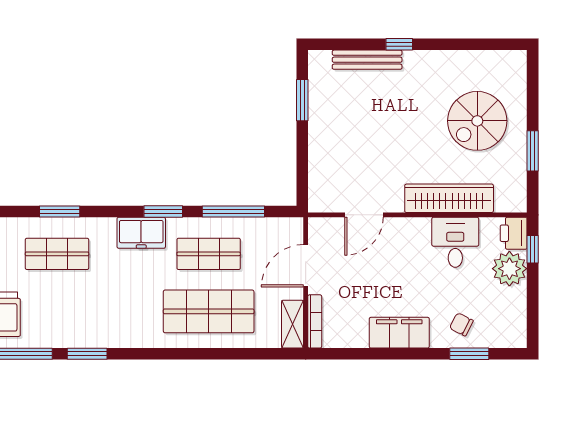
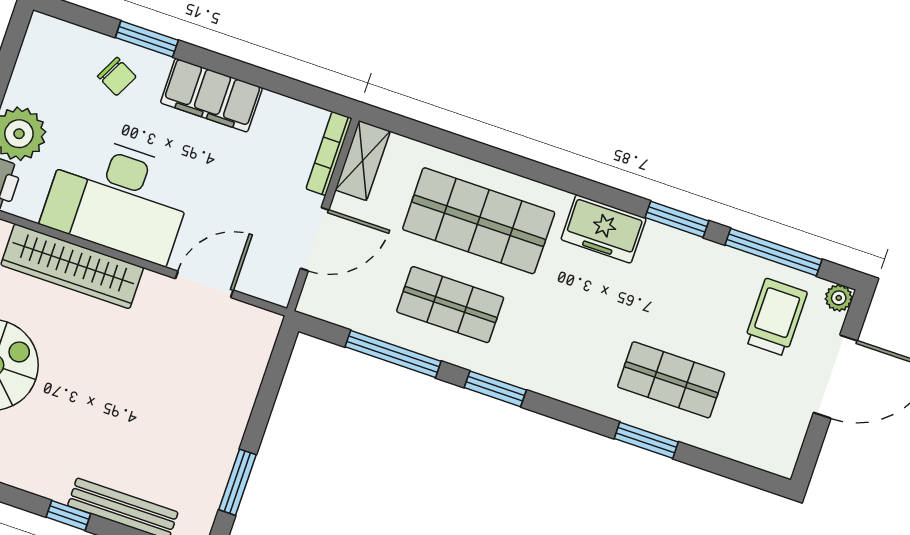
freezer: (141, 233) -> (604, 229), moved, turned 180
desk: (455, 242) -> (118, 198), width x1.87, depth x1.30
window: (469, 354) -> (147, 39), moved

